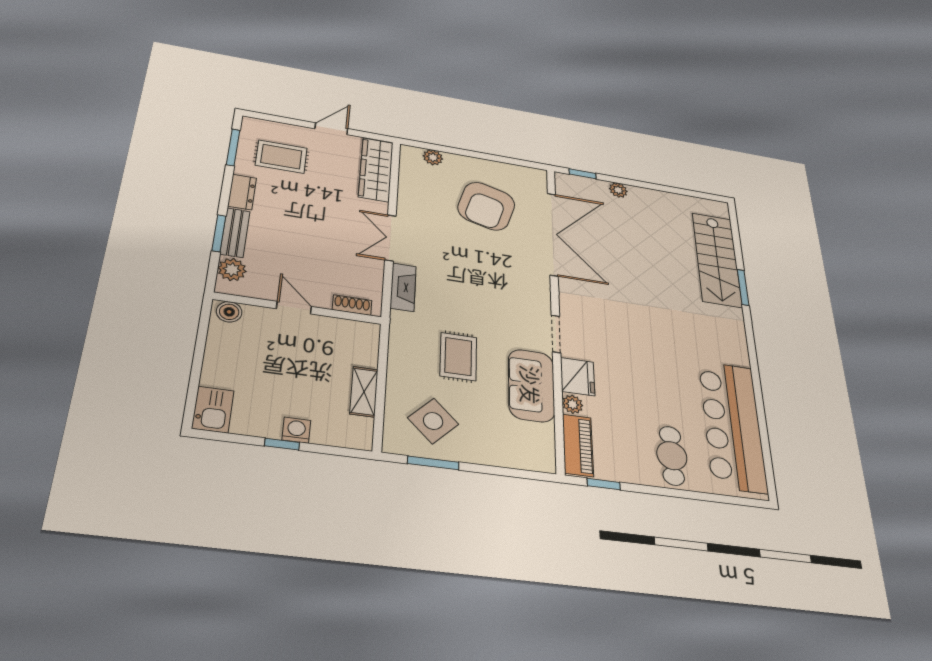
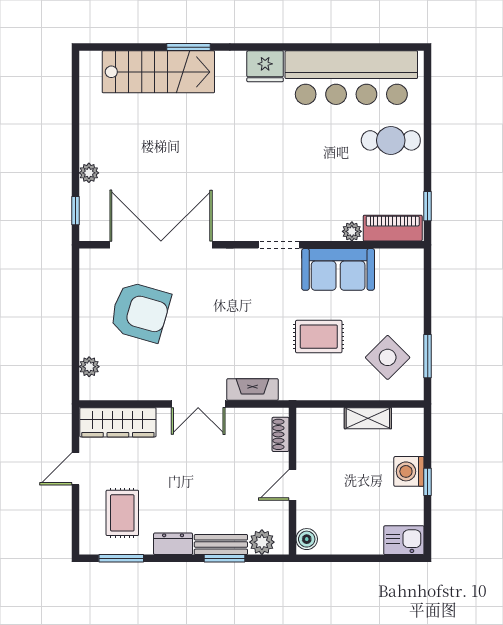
door: (331, 129) -> (75, 469), hinge flipped
fridge: (578, 377) -> (265, 66), moved, turned 180
washing machine: (296, 430) -> (409, 471), width x1.38, depth x1.38

